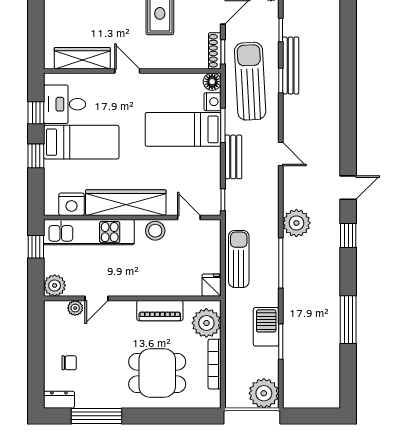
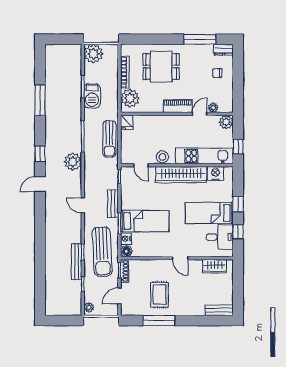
wardrobe: (82, 58) -> (215, 266), width x0.67
piano: (160, 311) -> (178, 106), moved

